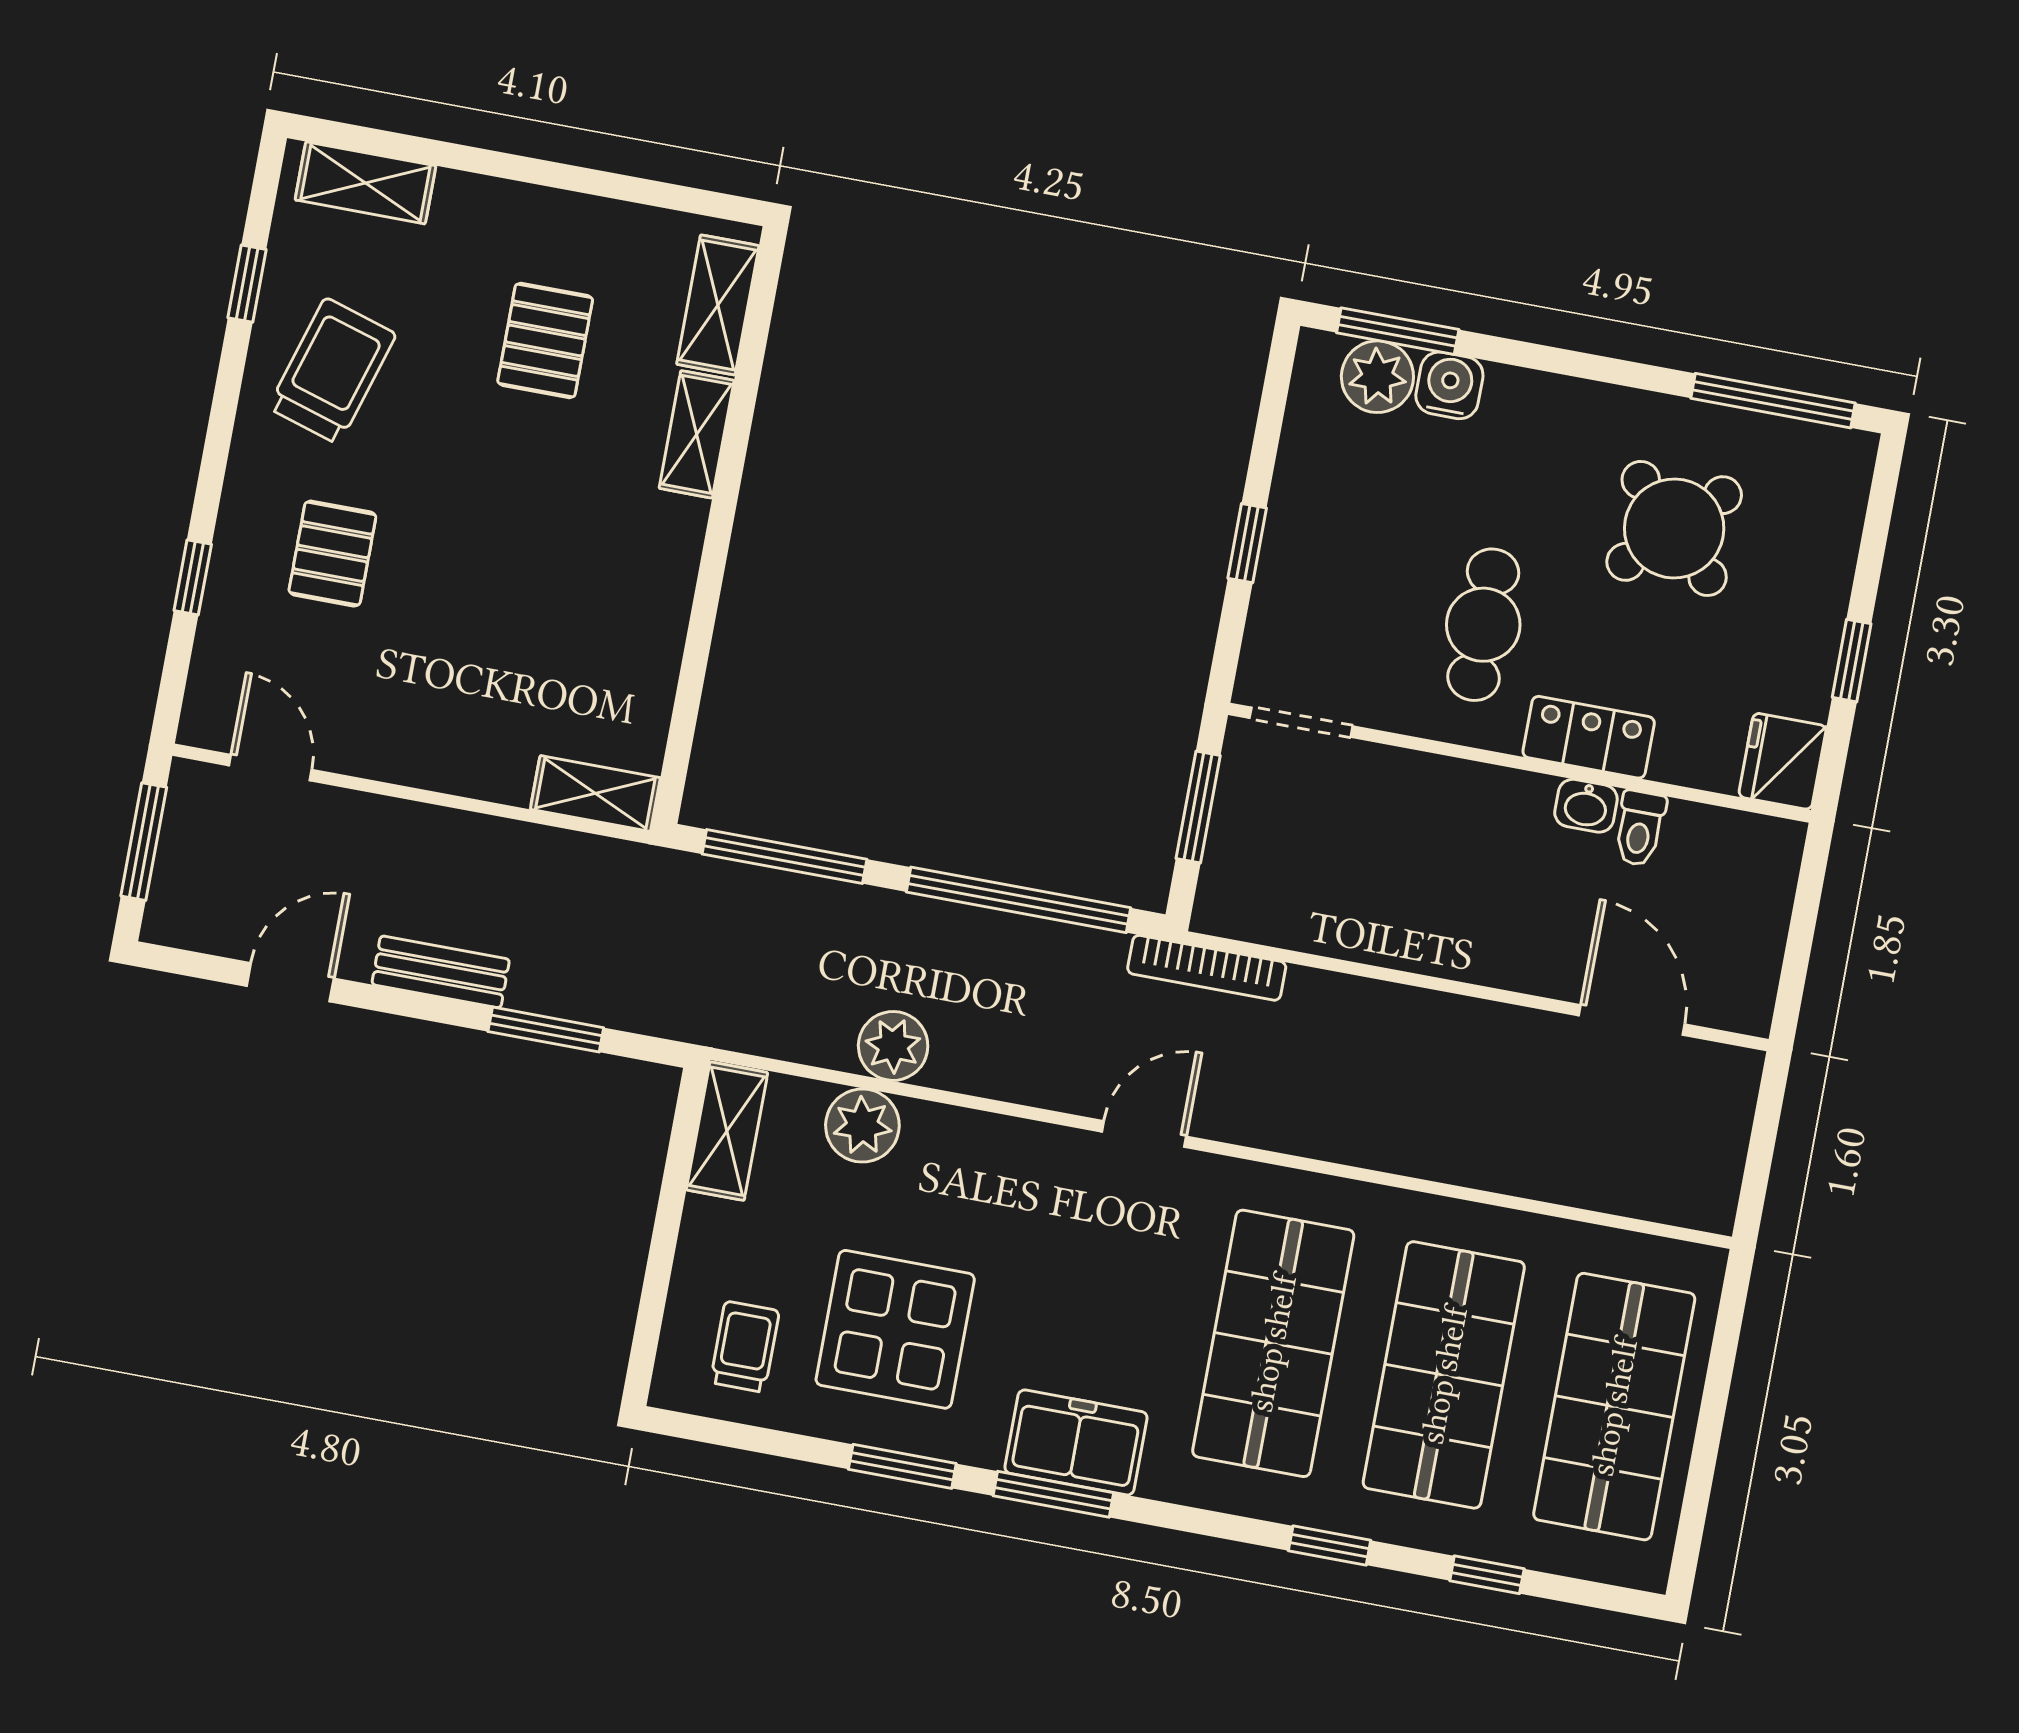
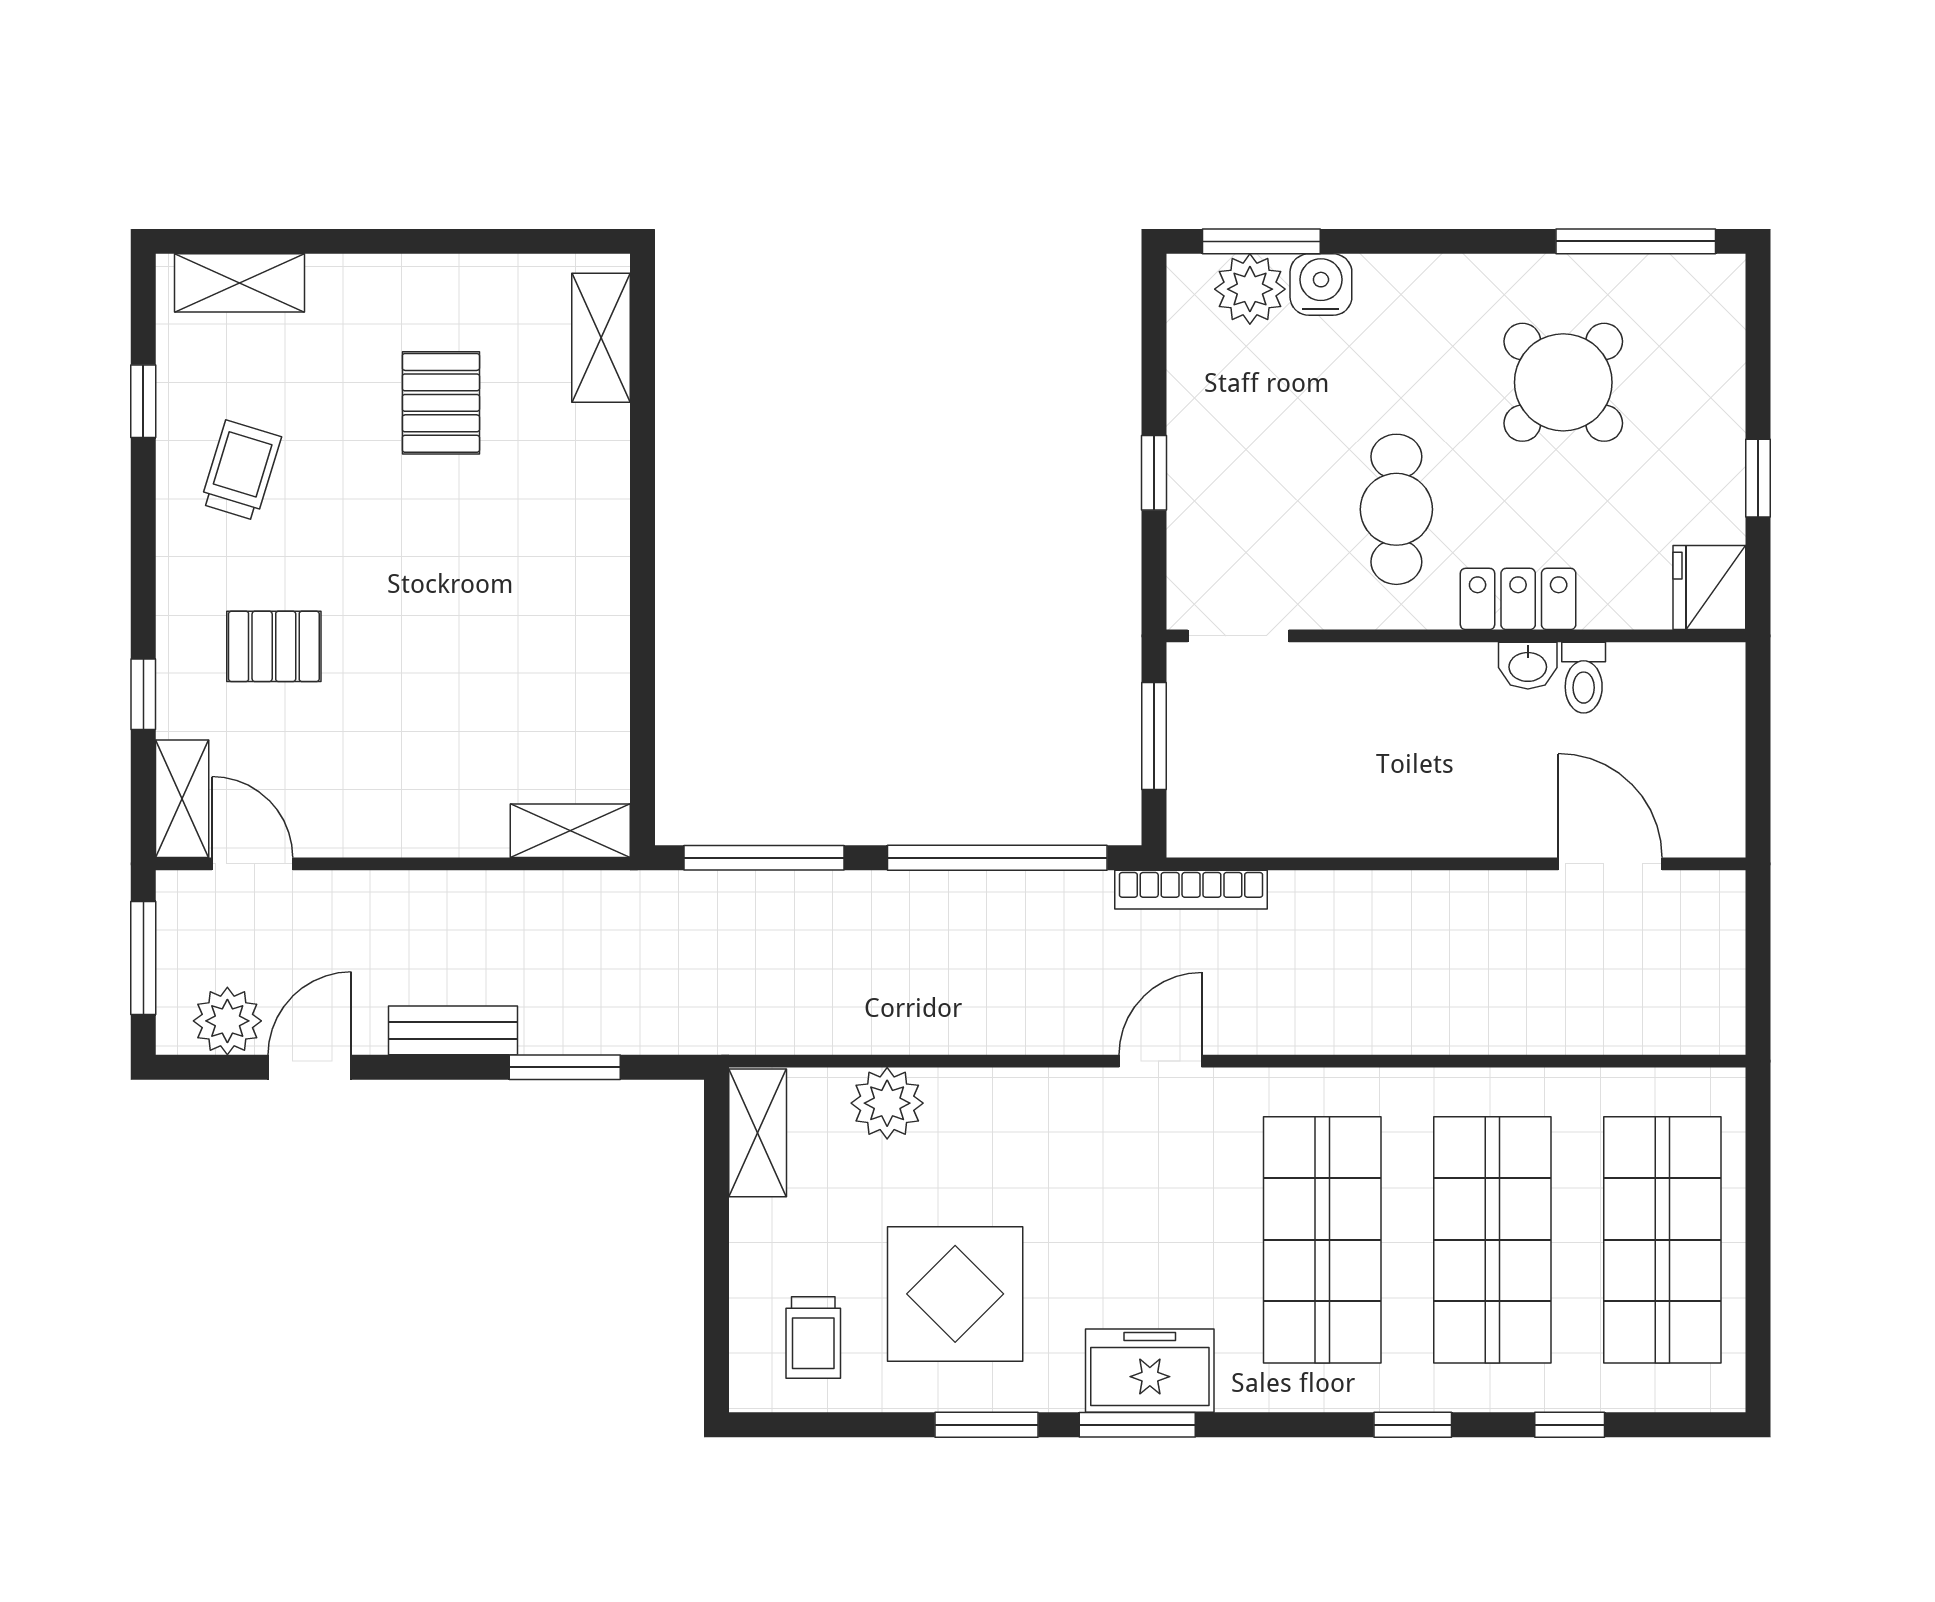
trolley: (332, 371) -> (241, 470), width x0.73, depth x0.72
shelving: (697, 434) -> (182, 799), moved
pallet: (332, 554) -> (274, 646), turned 90
plant: (893, 1046) -> (227, 1021), moved
trolley: (745, 1347) -> (813, 1338), turned 180

